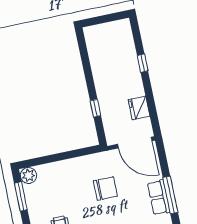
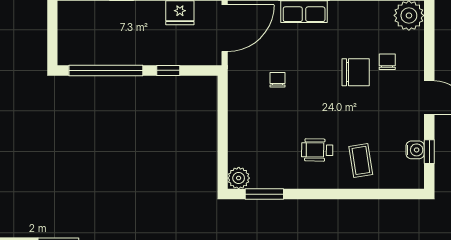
window: (86, 63) -> (106, 70), added
chair: (105, 189) -> (277, 80), width x0.54, depth x0.54

